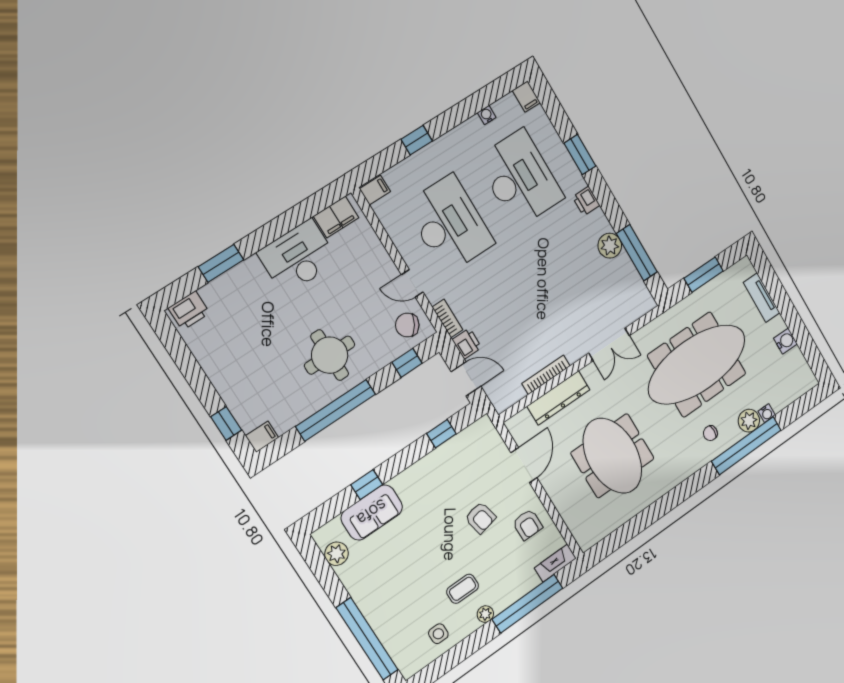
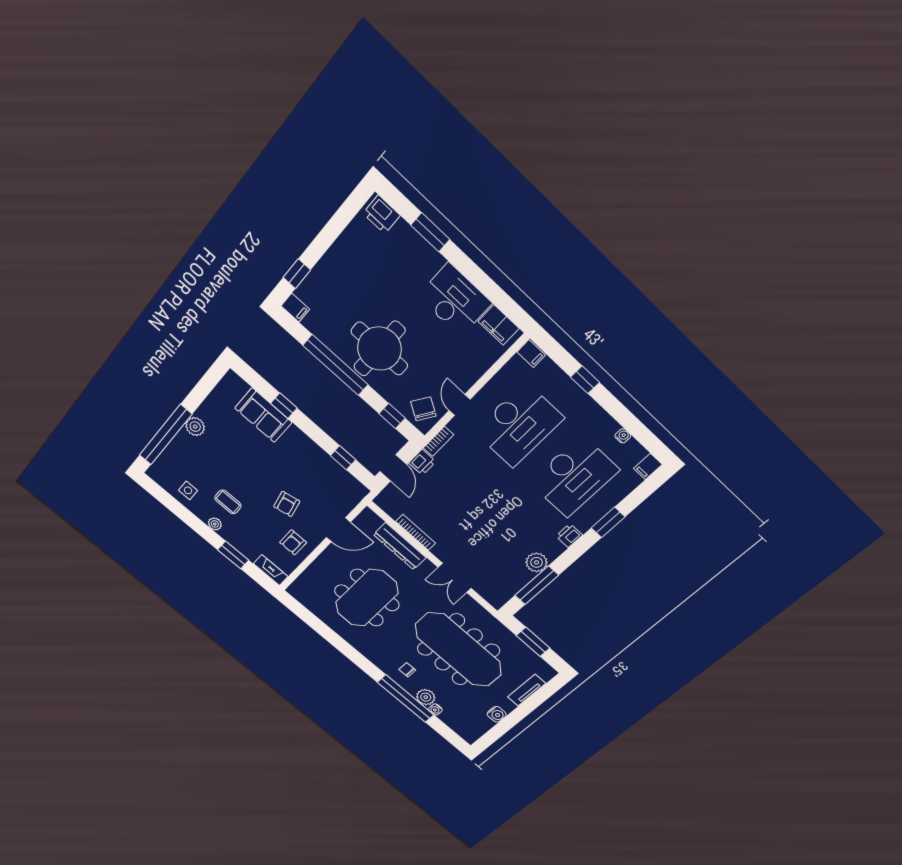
round table: (330, 355) -> (379, 349), width x1.36, depth x1.36
plant: (336, 554) -> (195, 427), moved
window: (527, 604) -> (233, 555), width x0.47

